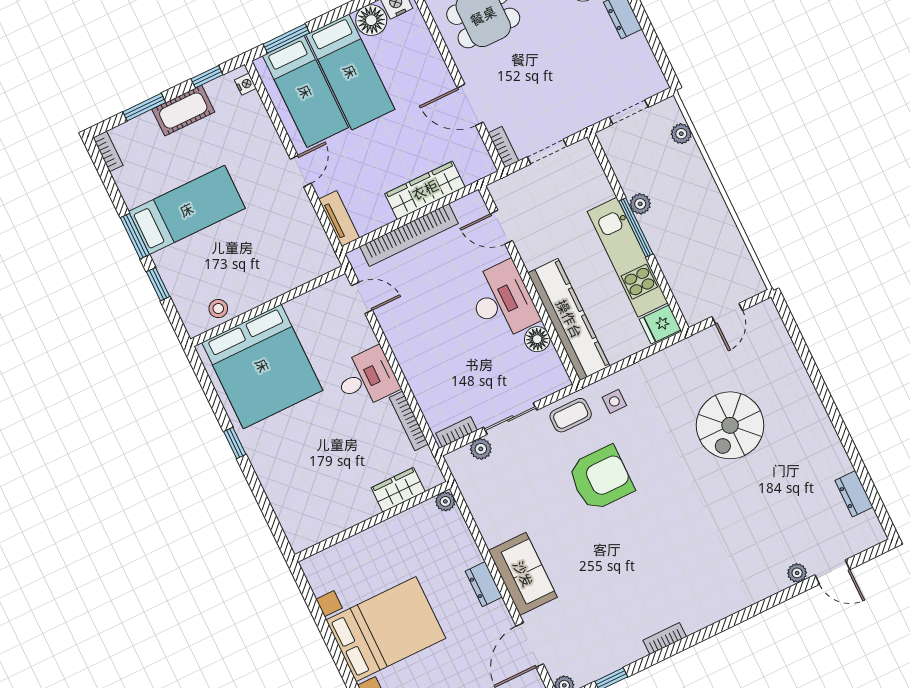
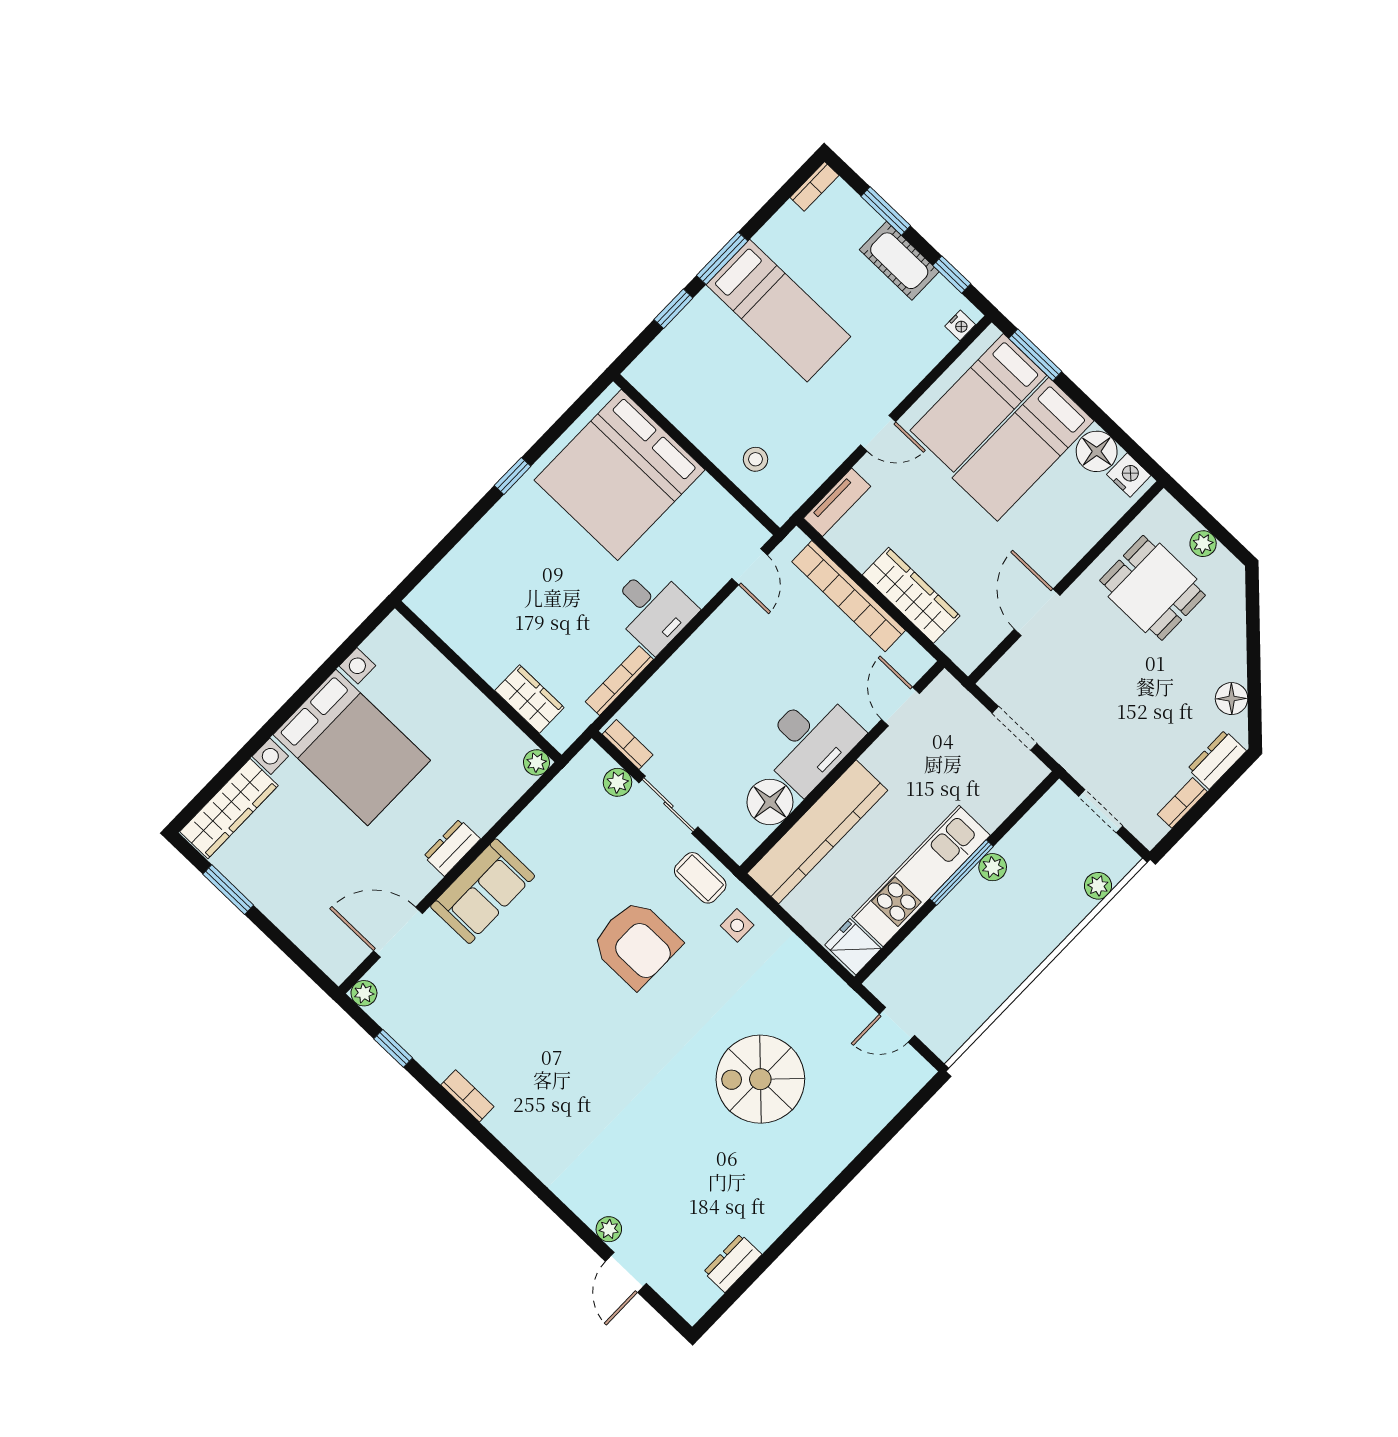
bookcase: (503, 147) -> (1182, 803), moved, turned 180
stool: (218, 308) -> (756, 459), moved
floor lamp: (537, 339) -> (770, 802), width x1.38, depth x1.38

